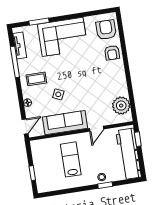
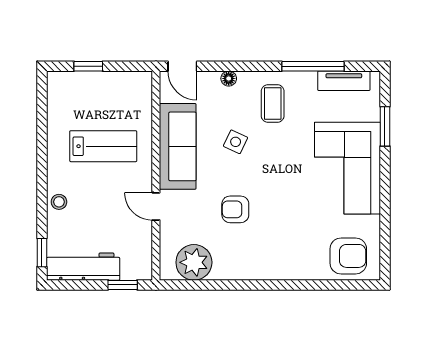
armchair: (112, 53) -> (235, 209), moved
workbench: (129, 154) -> (83, 267), width x0.73, depth x0.76
window: (105, 185) -> (42, 253), moved

